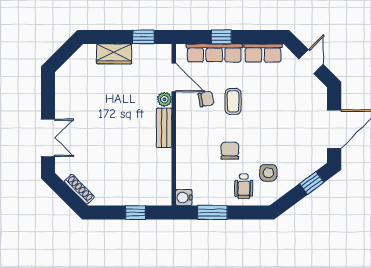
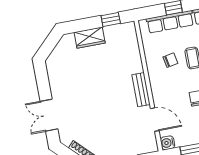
door: (174, 78) -> (155, 120), moved
plant: (164, 99) -> (137, 67), removed
double door: (48, 138) -> (49, 115), swing flipped

